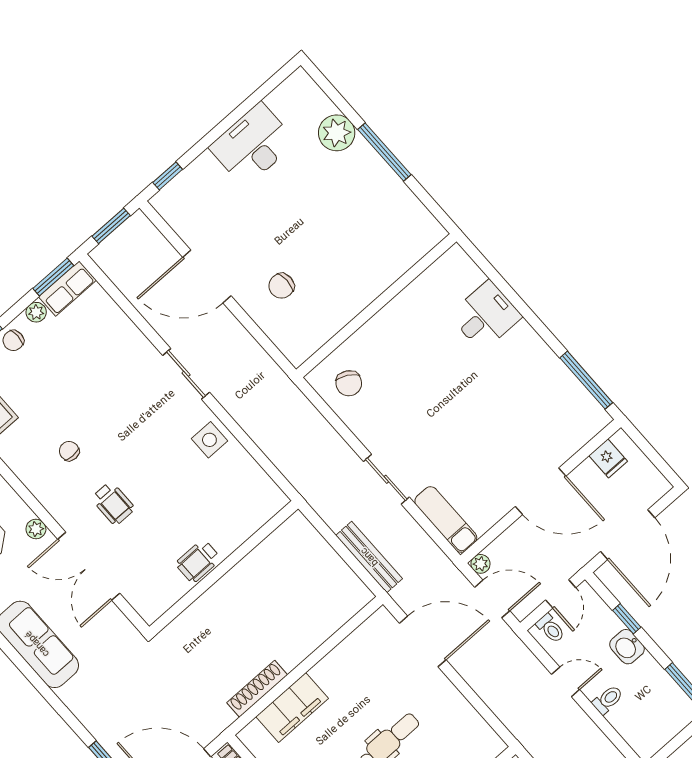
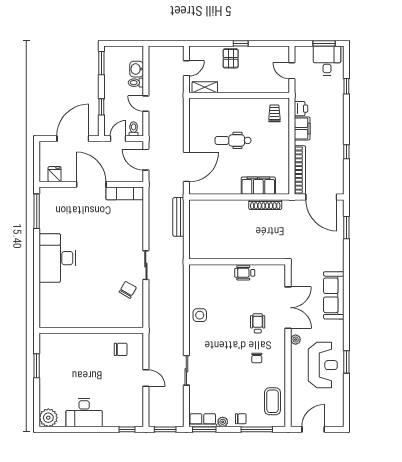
plant: (337, 133) -> (48, 418), moved
window: (384, 152) -> (37, 366), width x0.69
door: (207, 276) -> (146, 378), width x0.53
wall: (376, 306) -> (91, 330), moved
desk: (486, 316) -> (57, 258), width x1.87, depth x1.30
sliding door: (186, 374) -> (186, 370), moved
sliding door: (386, 479) -> (146, 265), moved
exam couch: (446, 519) -> (125, 193), moved, turned -90
wheelchair: (198, 561) -> (245, 273), turned 180
plant: (480, 564) -> (138, 177), removed
door: (423, 641) -> (186, 167), swing flipped
washbasin: (627, 647) -> (137, 69), moved, turned 180

